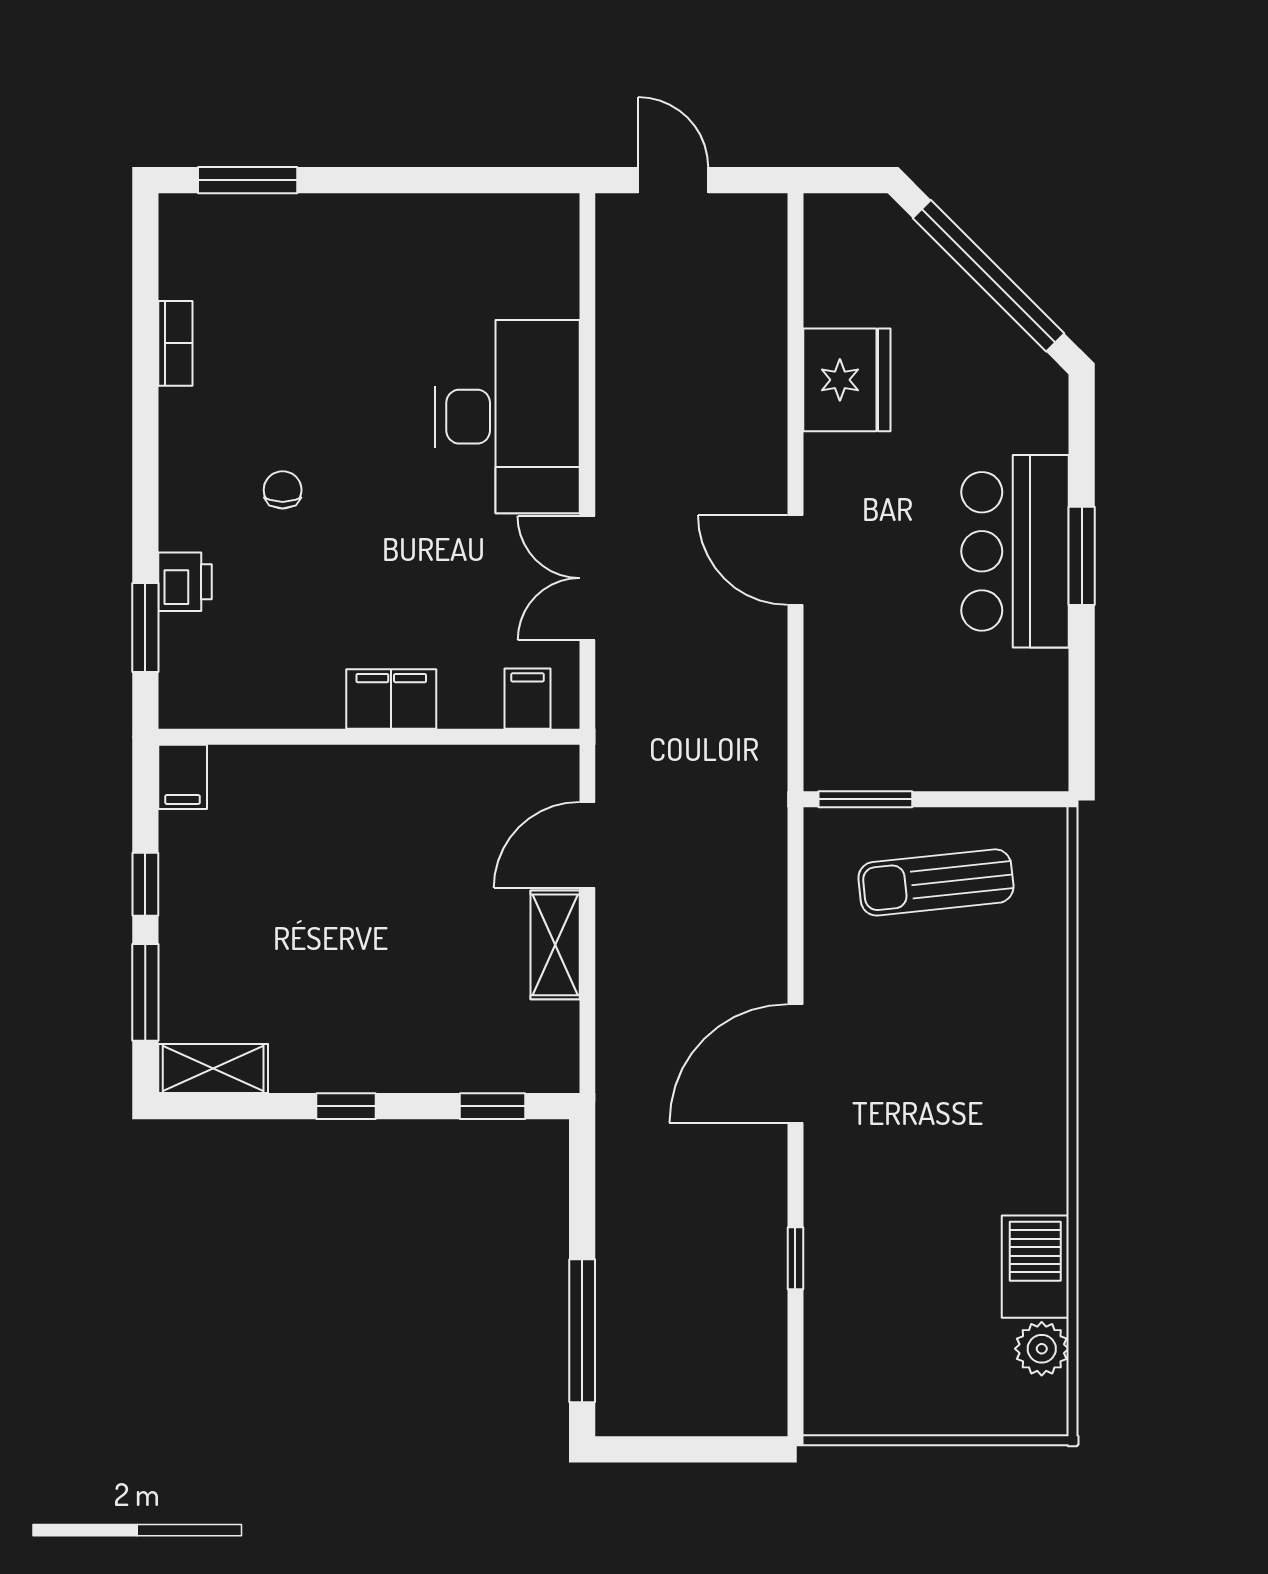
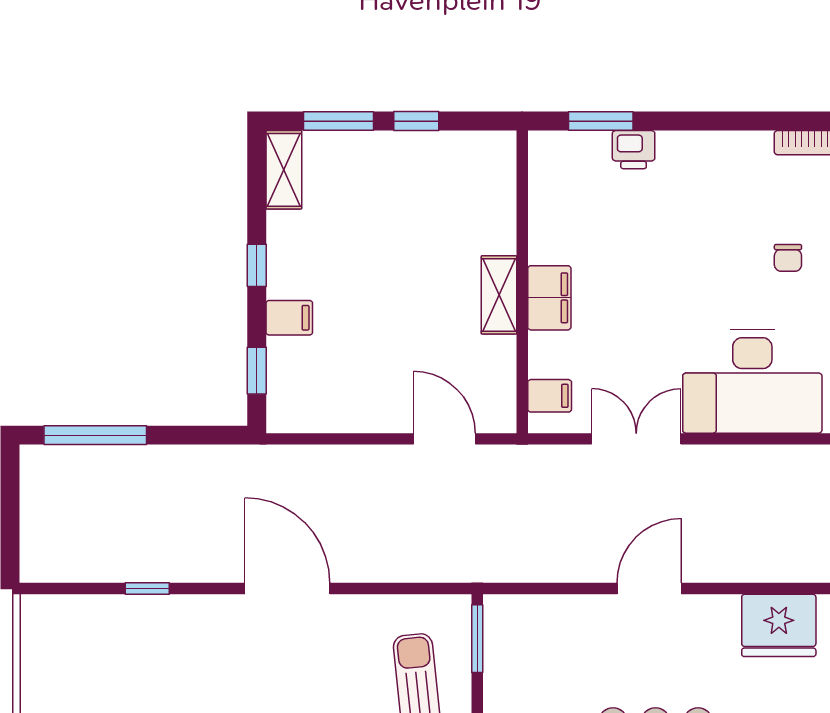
chair: (283, 490) -> (788, 258), moved, turned 90
filing cabinet: (183, 777) -> (289, 318), moved, turned 180
shelving: (555, 945) -> (499, 295), moved, turned 90

